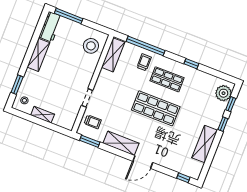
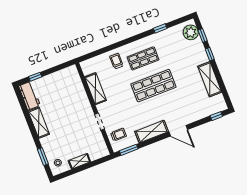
window: (69, 16) -> (35, 77), width x0.46
stool: (91, 46) -> (69, 83), removed
window: (146, 46) -> (107, 49), removed
shelving: (113, 55) -> (95, 89), moved
window: (191, 64) -> (160, 28), moved
door: (143, 162) -> (178, 131), hinge flipped

